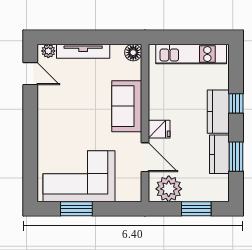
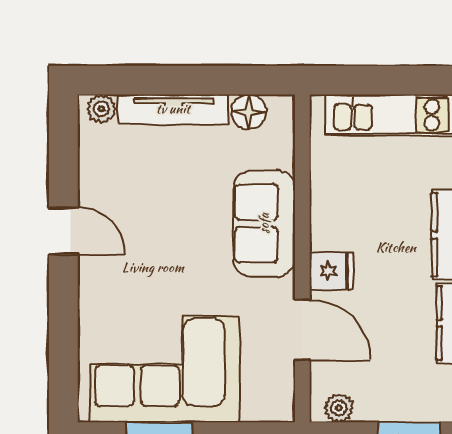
floor lamp: (133, 53) -> (249, 112), moved
door: (30, 74) -> (63, 231), moved
plant: (169, 189) -> (339, 408), width x0.53, depth x0.53

